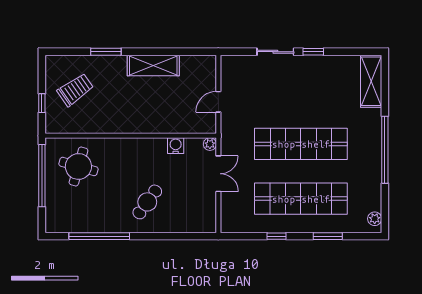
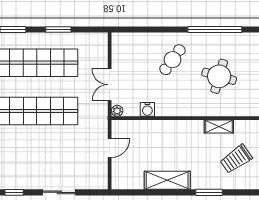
window: (313, 52) -> (14, 192), moved
shelving: (95, 126) -> (219, 127), added
round table: (78, 166) -> (219, 76), moved
window: (276, 236) -> (58, 29), width x1.50

